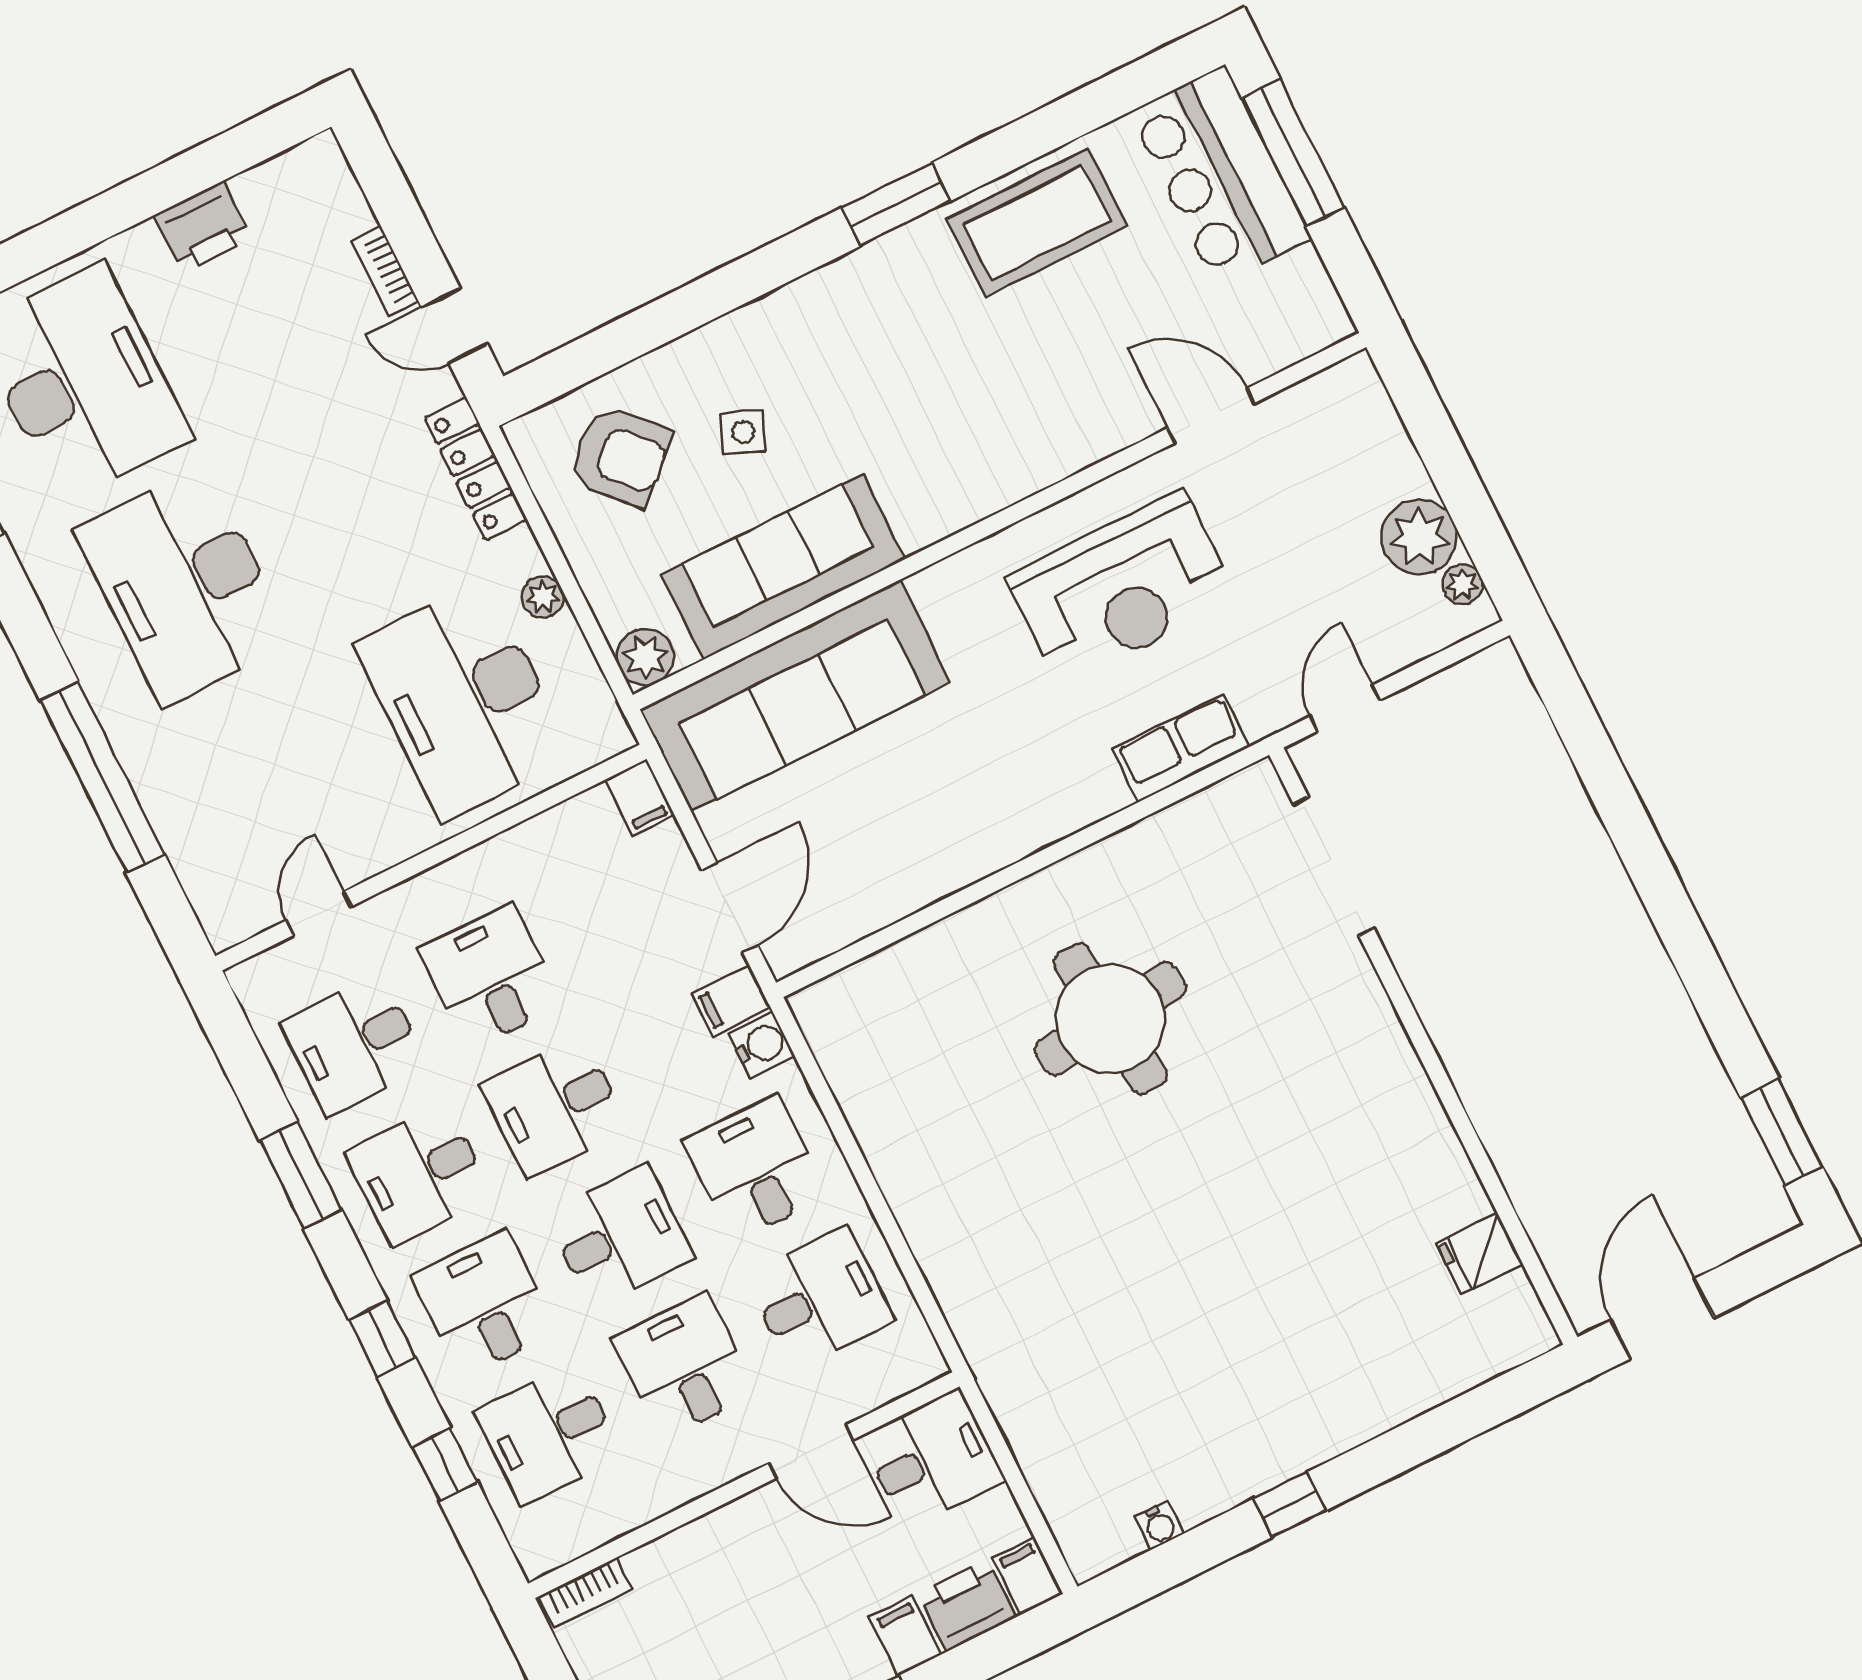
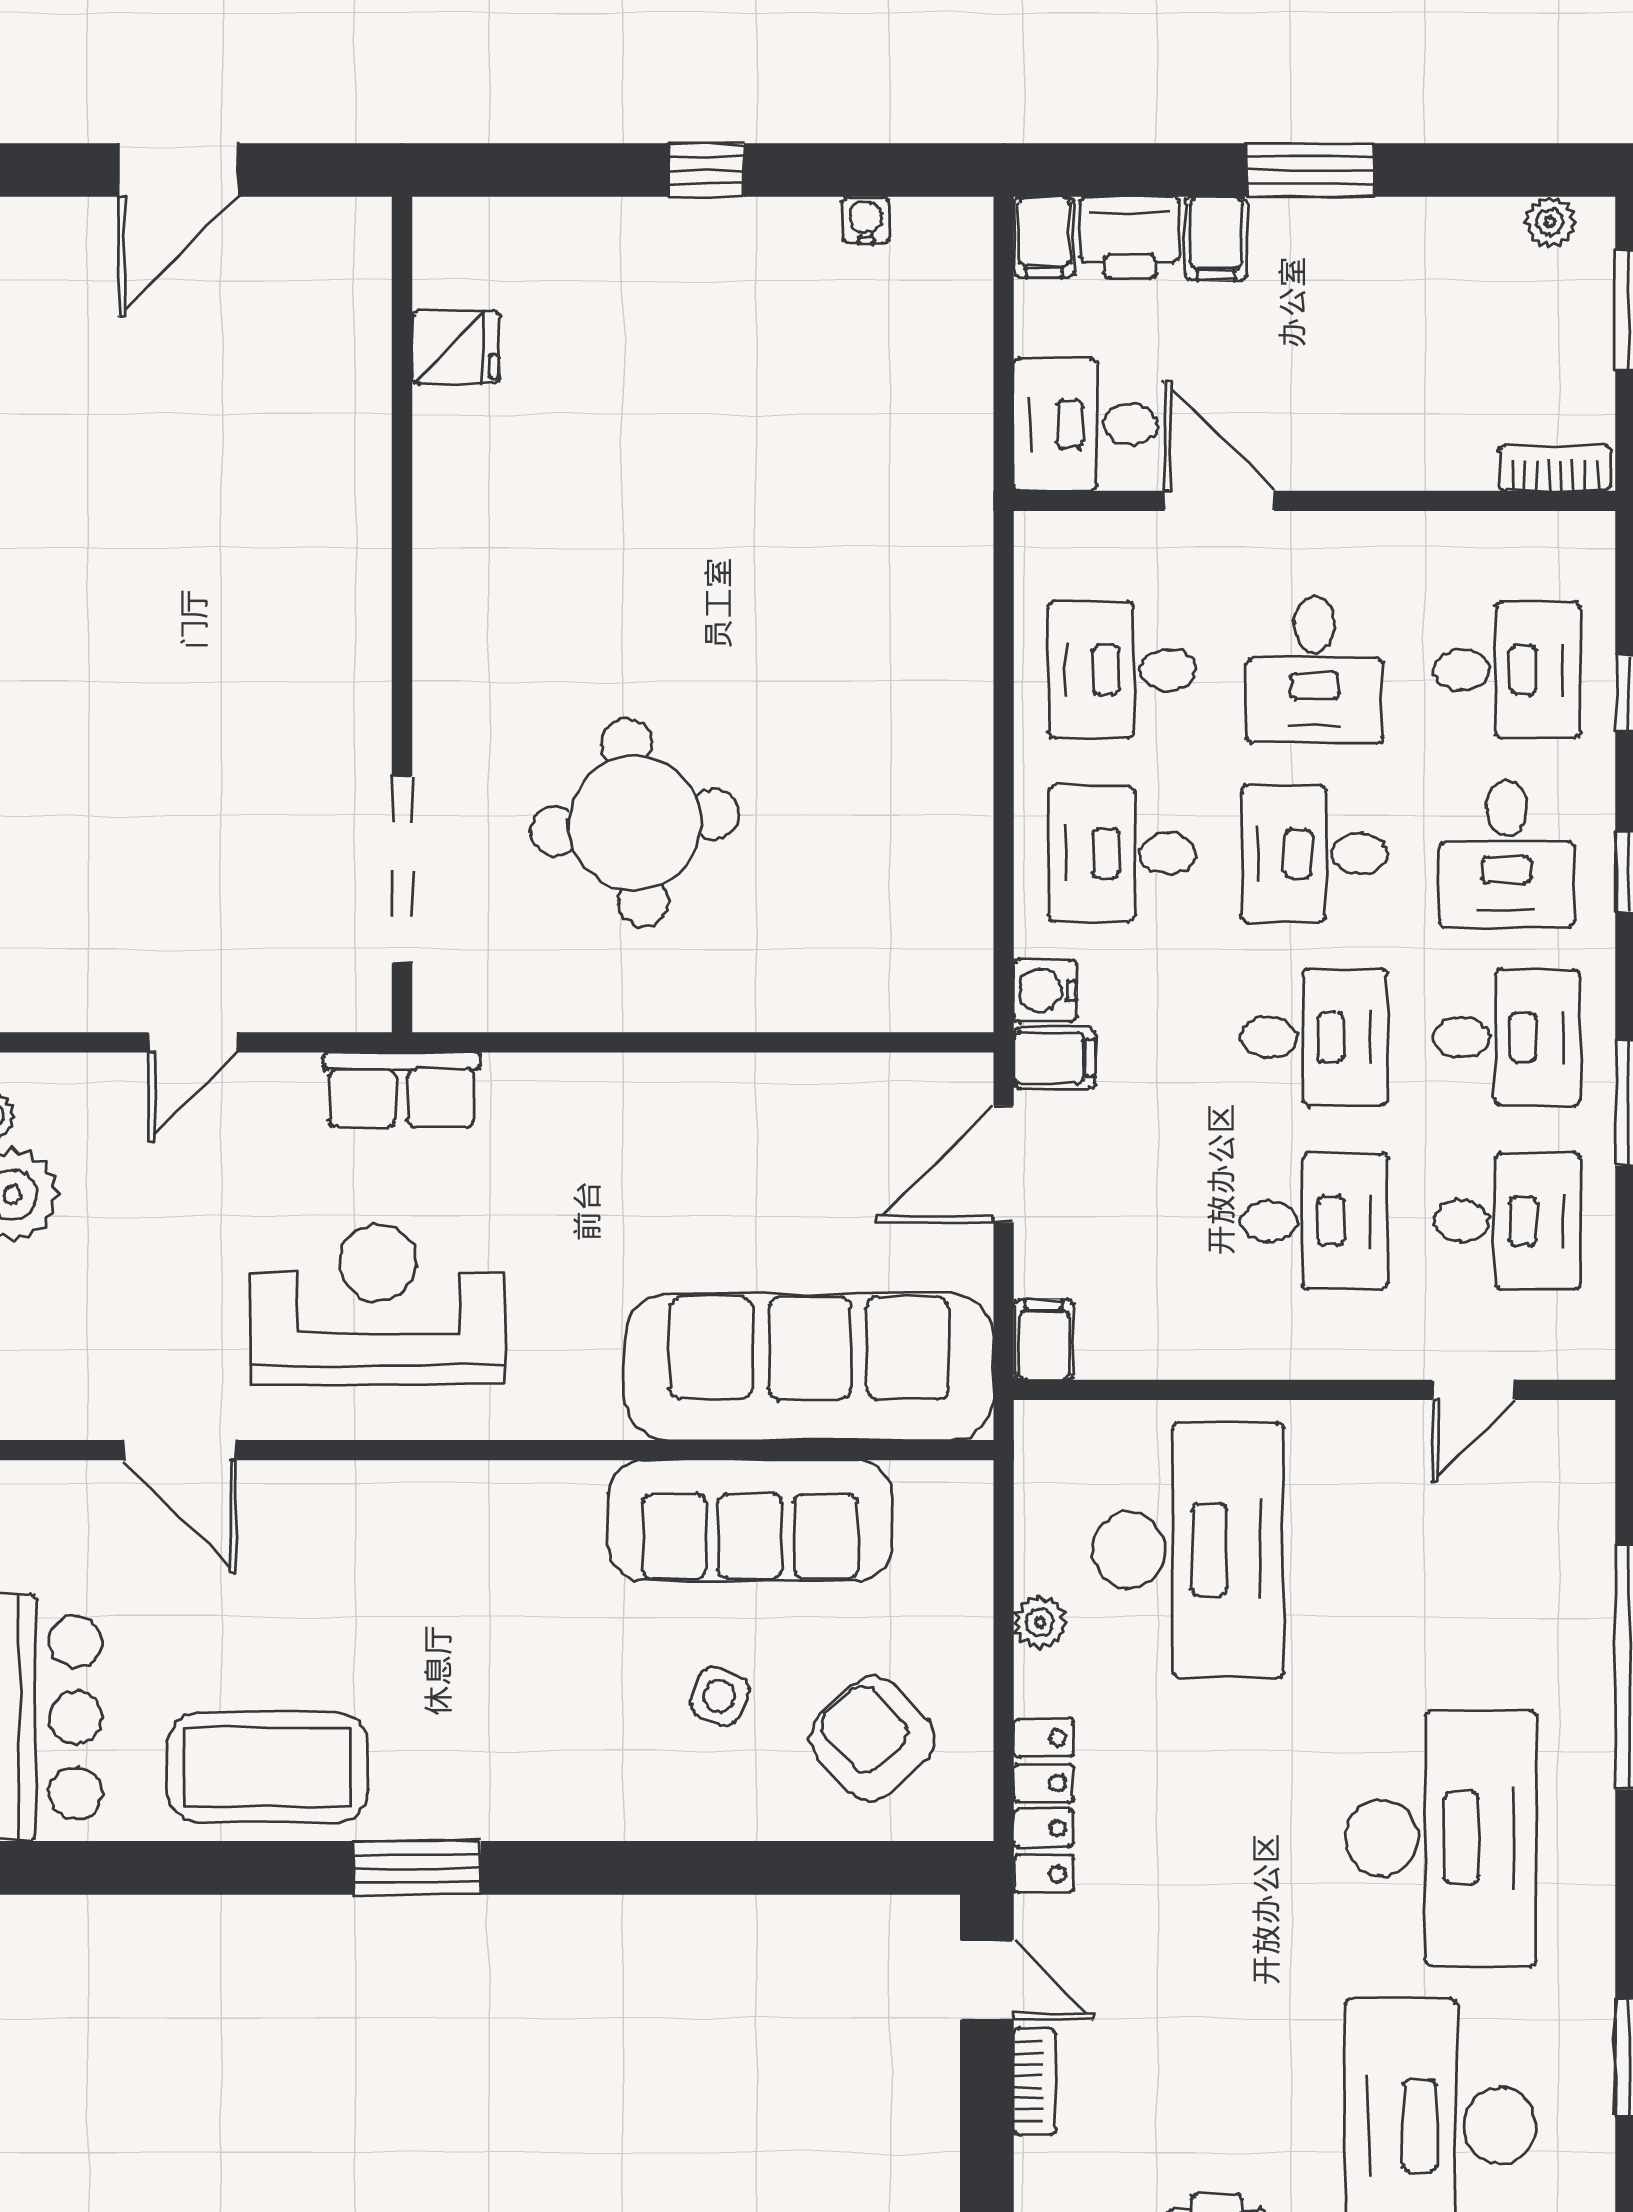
plant: (645, 657) -> (958, 1496), removed
doorway: (1334, 866) -> (402, 870), moved
desk: (490, 977) -> (1314, 1221), turned -90
wall: (1423, 1046) -> (402, 615), moved
desk: (755, 1168) -> (1122, 854), turned 90
fridge: (1480, 1254) -> (456, 347), moved

